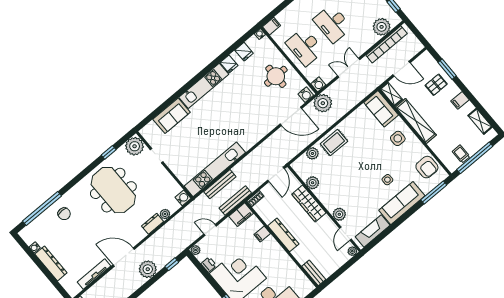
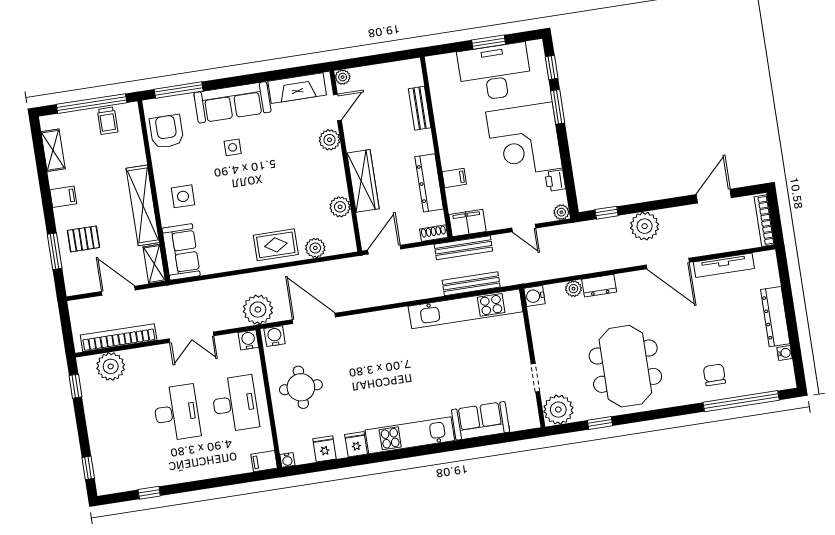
dresser: (283, 235) -> (429, 183), moved
bench: (314, 273) -> (420, 108), moved

